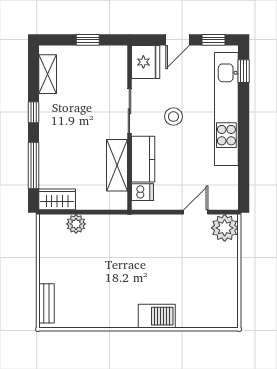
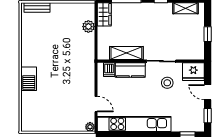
kitchen unit: (226, 109) -> (134, 124), moved
stool: (173, 117) -> (167, 83), moved
plant: (225, 228) -> (90, 127), width x0.53, depth x0.53

